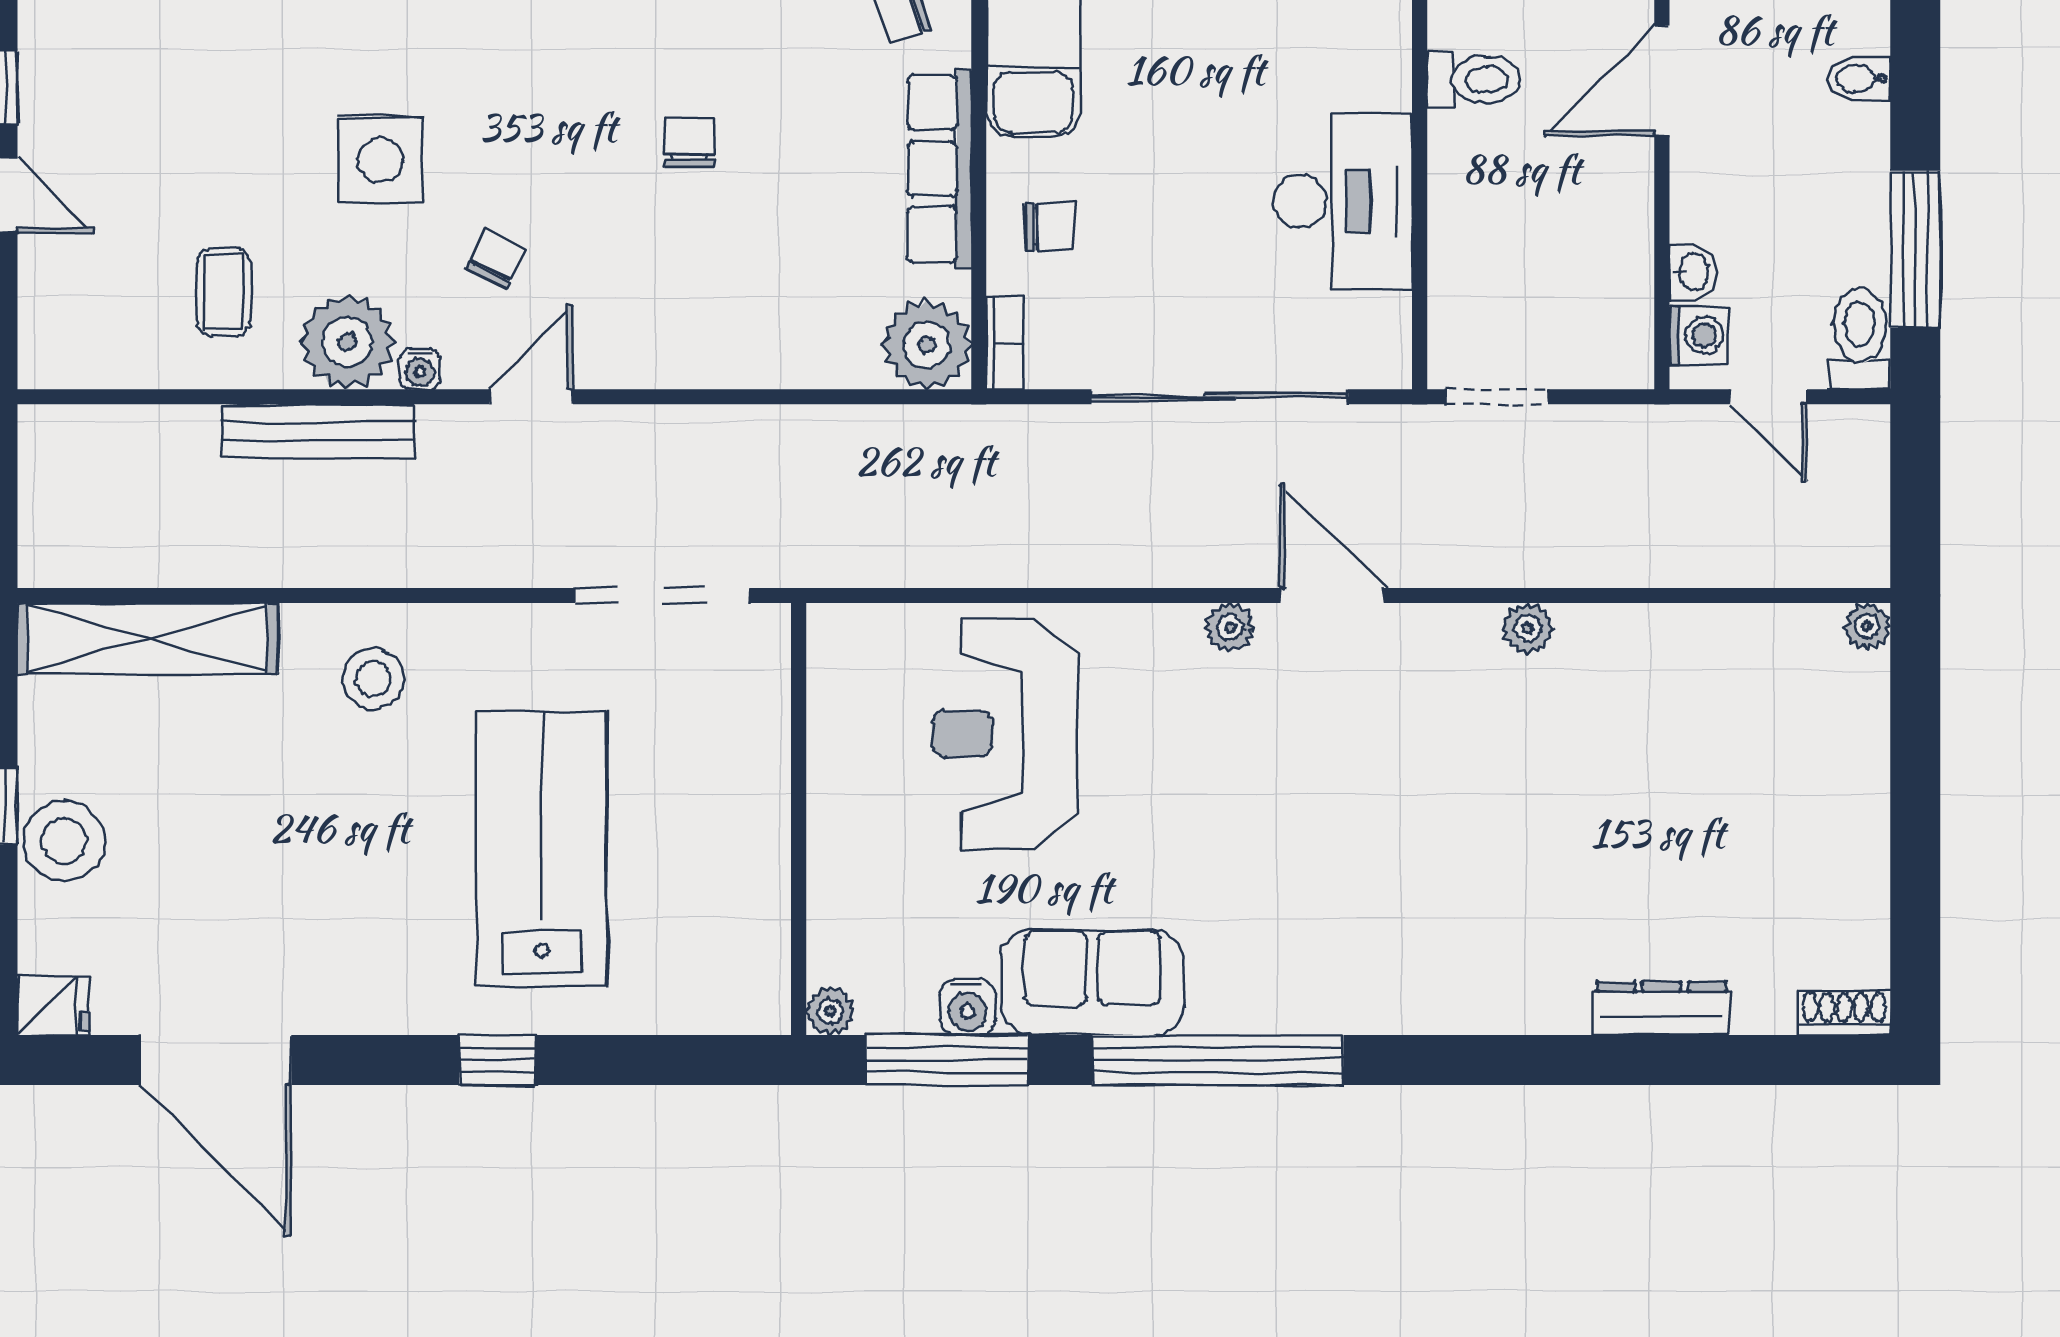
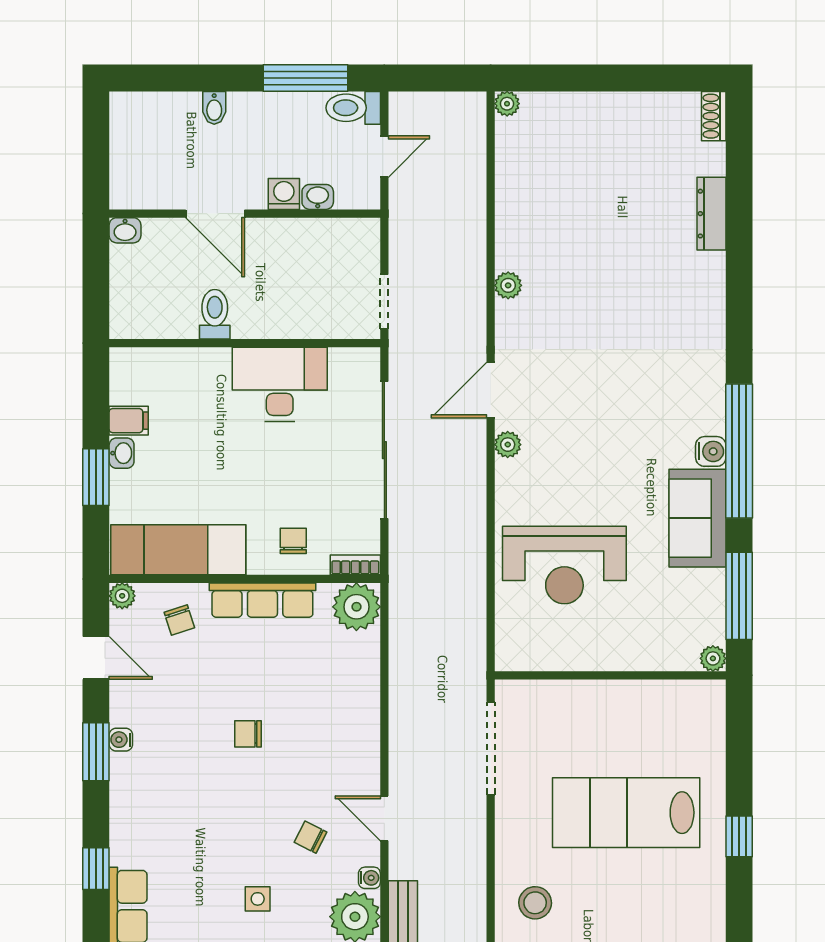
side table: (381, 160) -> (258, 899), width x0.54, depth x0.54
washing machine: (1699, 336) -> (284, 194), moved
water cooler: (968, 1007) -> (711, 451), moved

